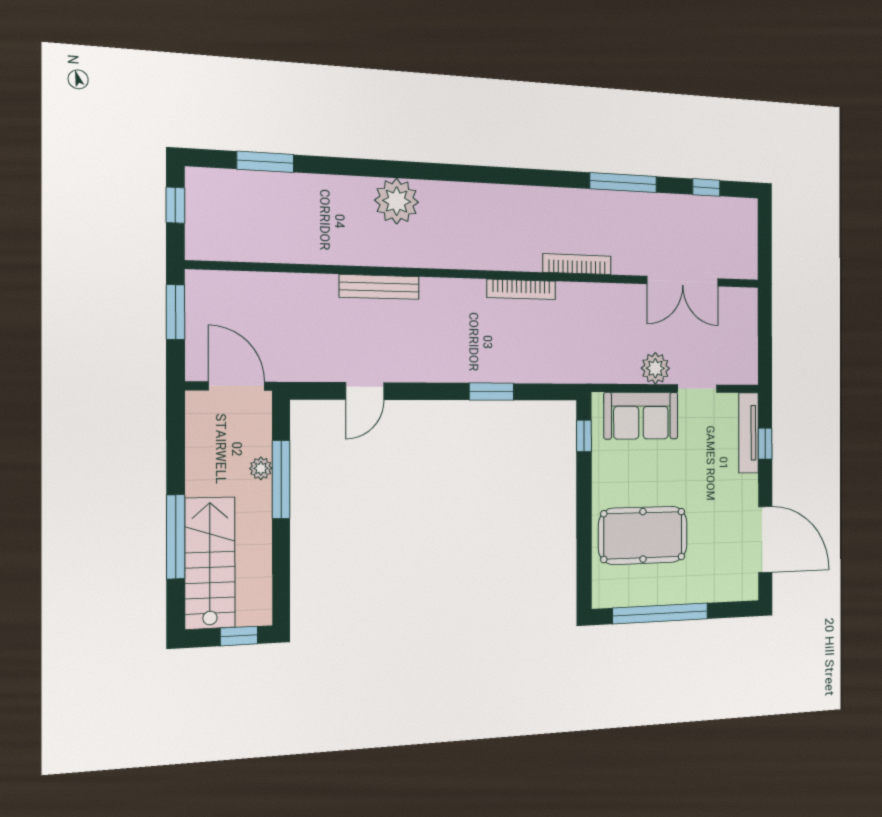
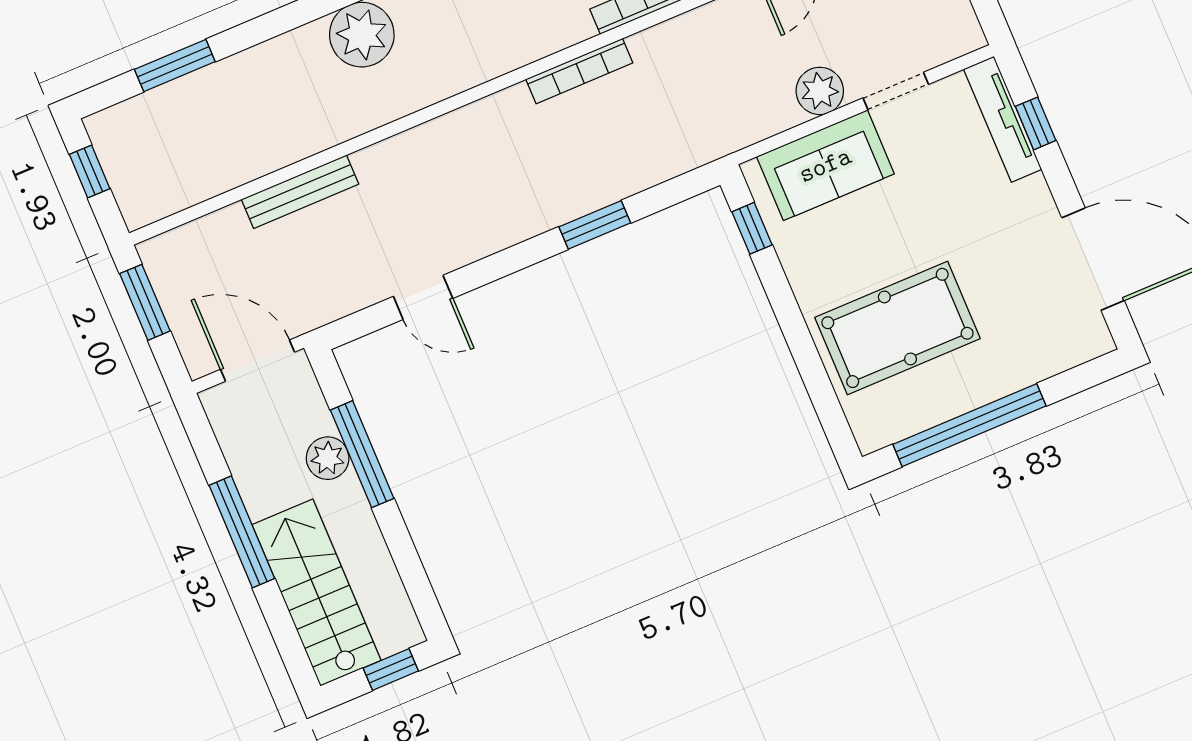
bench: (379, 287) -> (300, 192), moved
door: (365, 391) -> (423, 297), hinge flipped
plant: (261, 468) -> (328, 458), width x1.38, depth x1.38
window: (176, 537) -> (242, 532), moved

